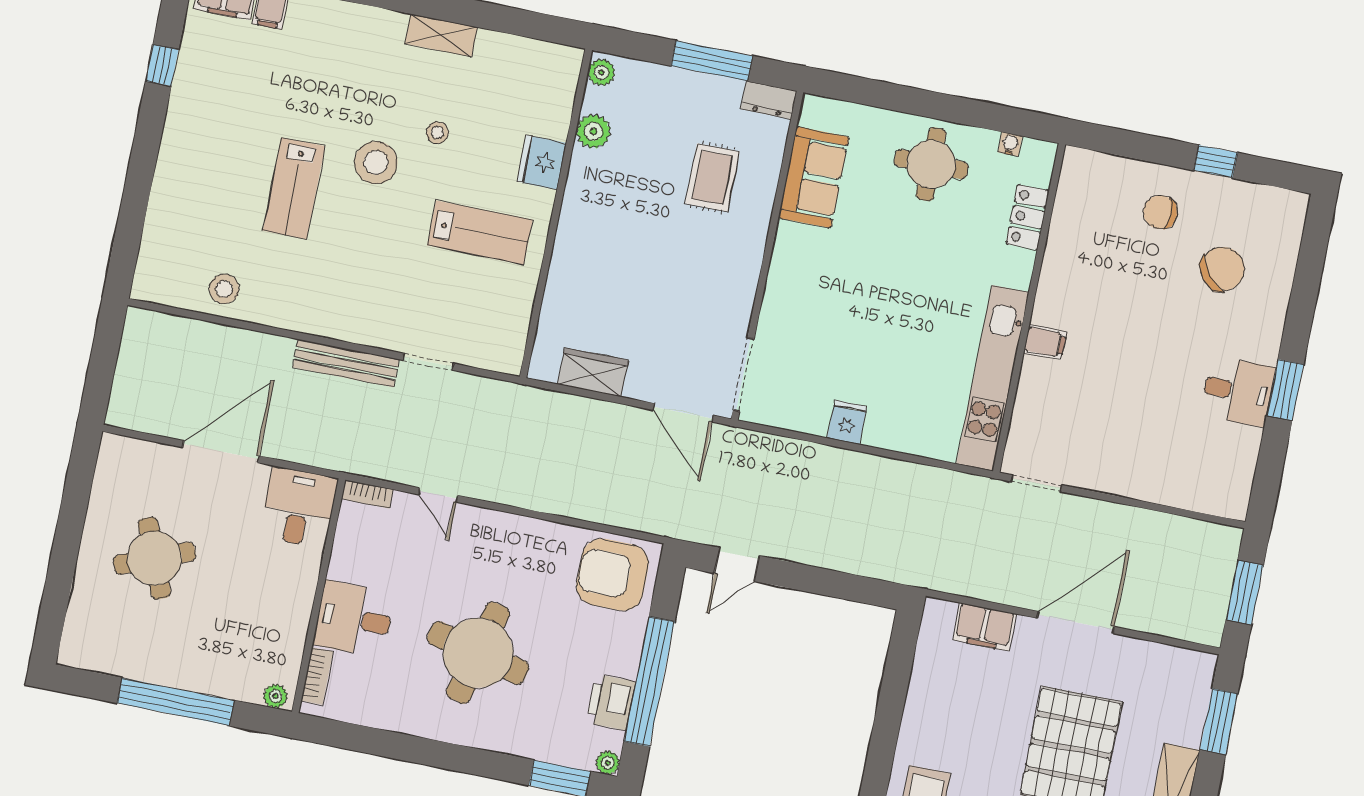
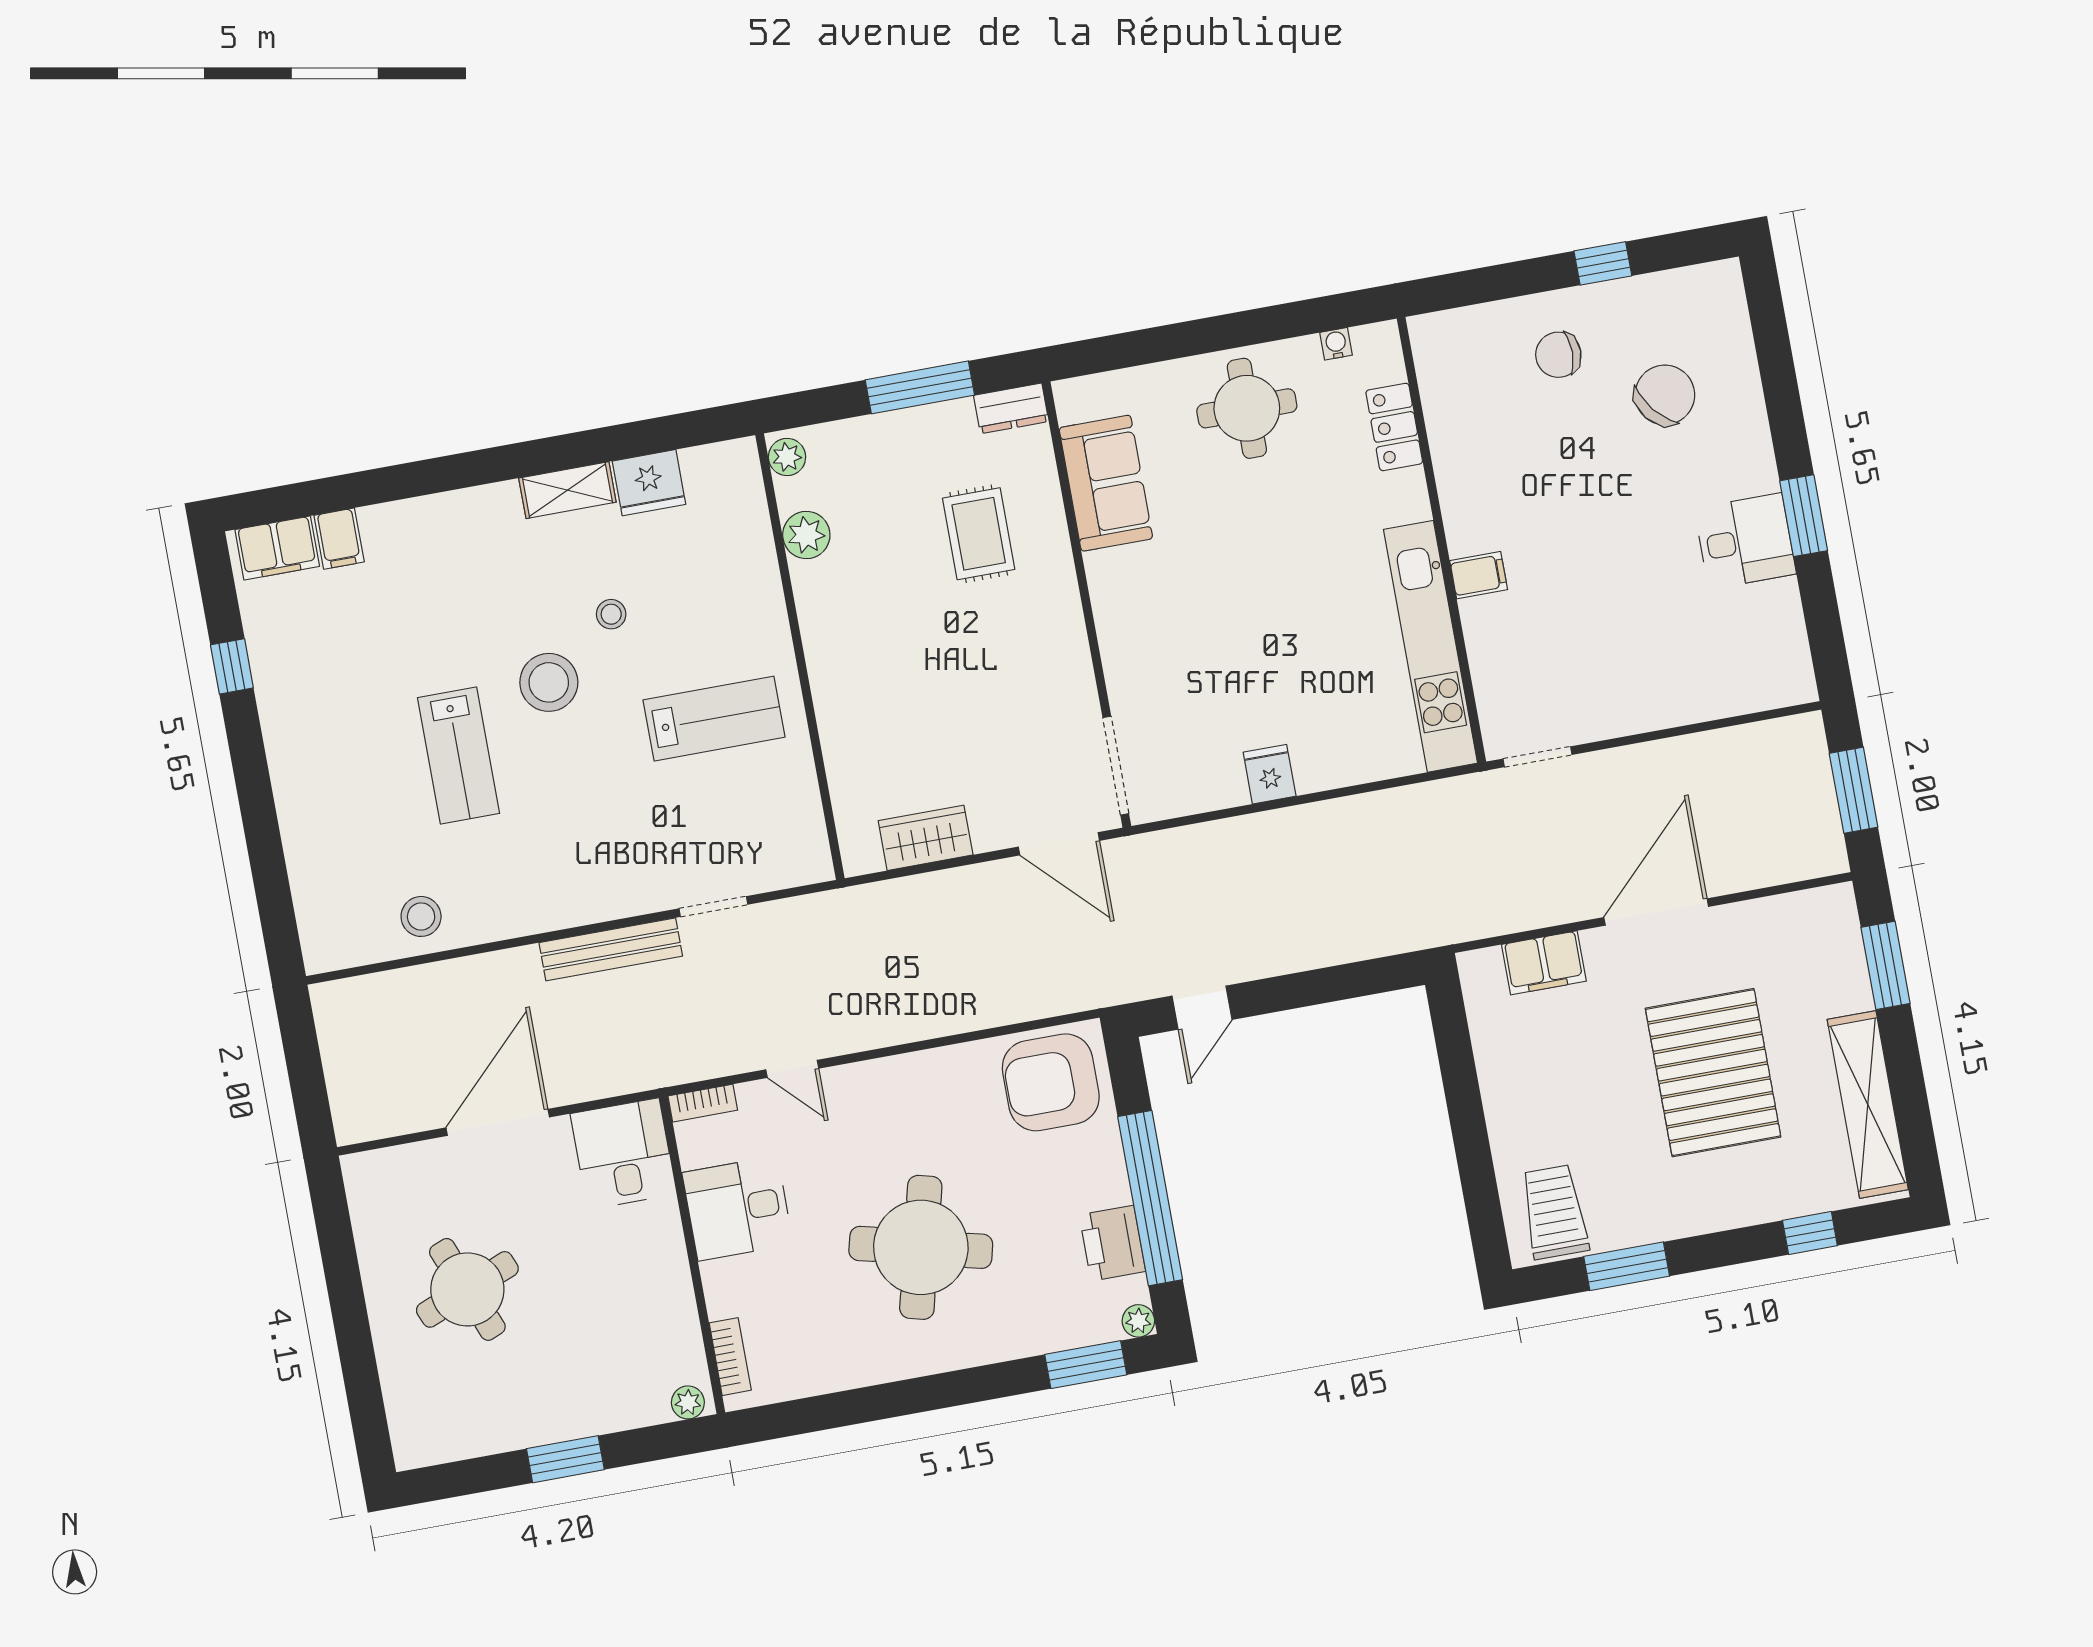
fridge: (542, 162) -> (649, 483), moved, turned -90
desk: (354, 619) -> (738, 1208), moved
window: (176, 702) -> (565, 1459), width x0.47

